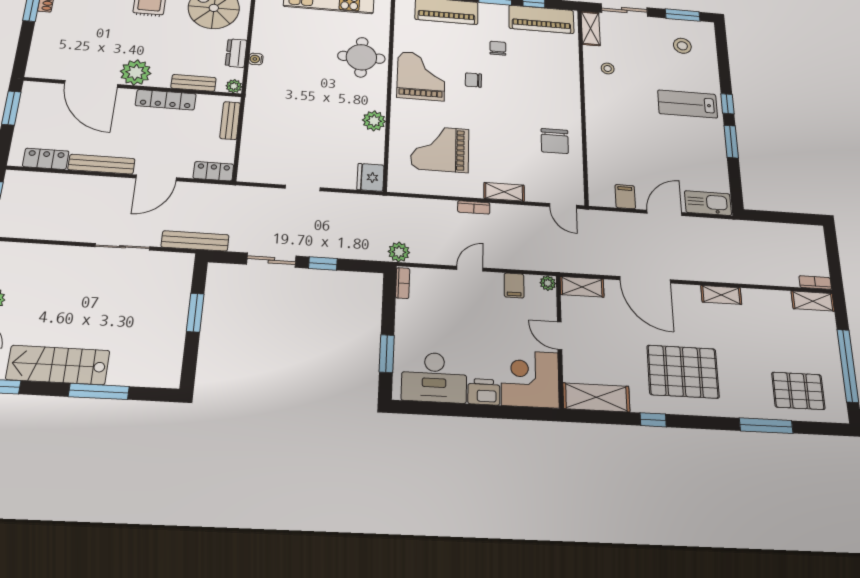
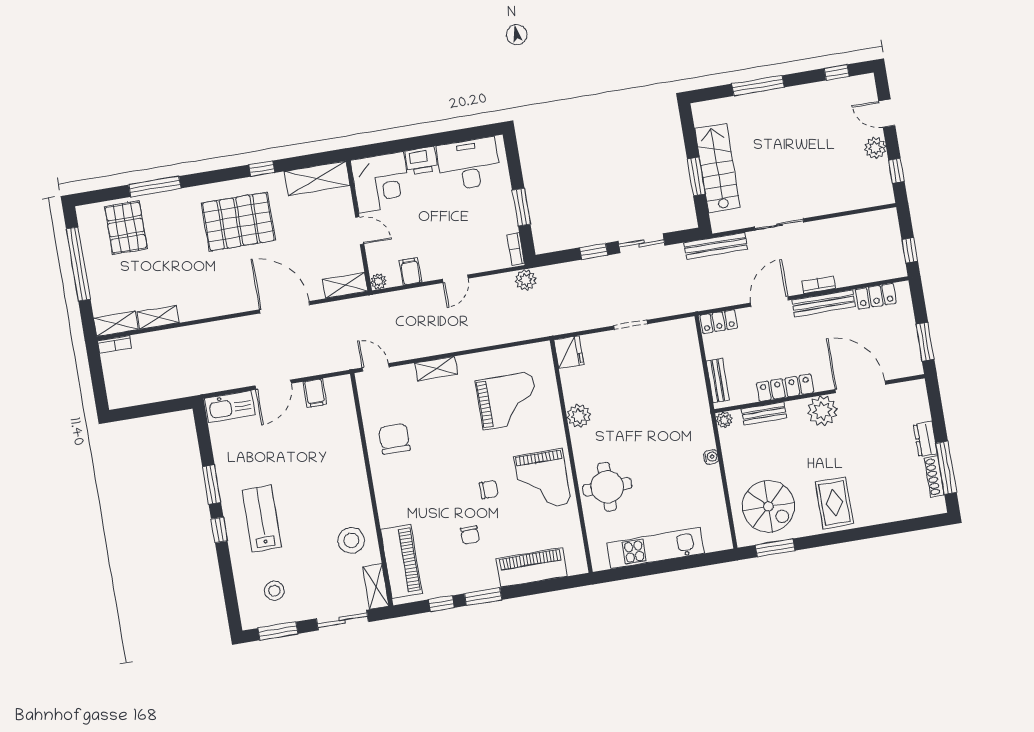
piano: (541, 19) -> (401, 561), moved, turned 90
dresser: (236, 53) -> (925, 439), moved, turned 180
stool: (608, 68) -> (351, 540), width x1.89, depth x1.89
lab bench: (688, 104) -> (262, 519), turned -90
bookcase: (474, 207) -> (819, 285), moved
shelving: (721, 295) -> (158, 317), moved
window: (387, 354) -> (521, 207), moved
stairs: (58, 365) -> (717, 168), moved, turned -90
pallet: (798, 391) -> (126, 228), turned 90

